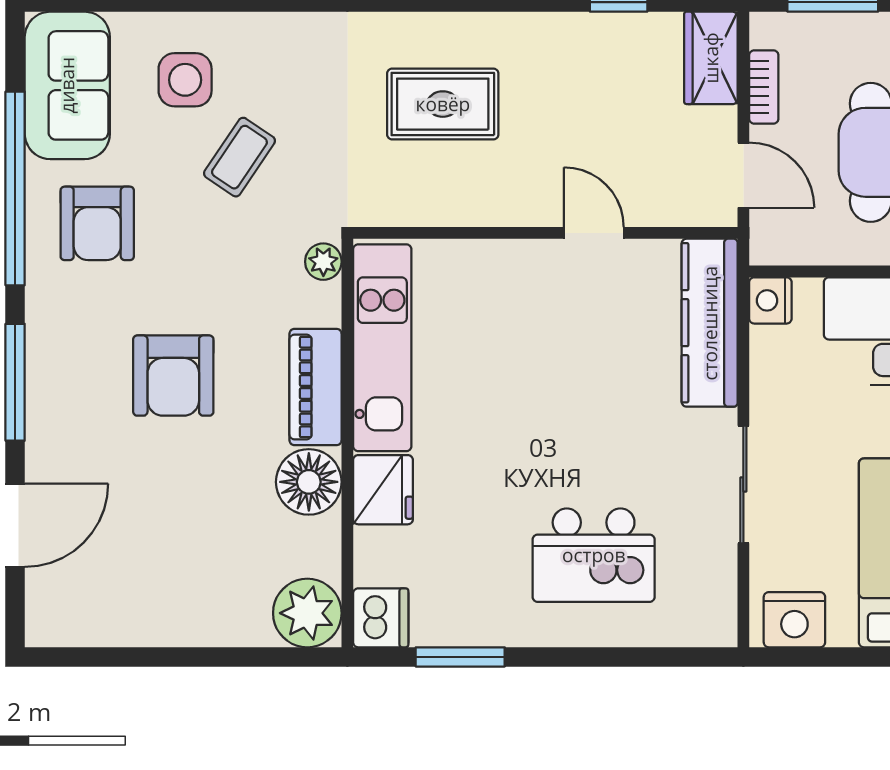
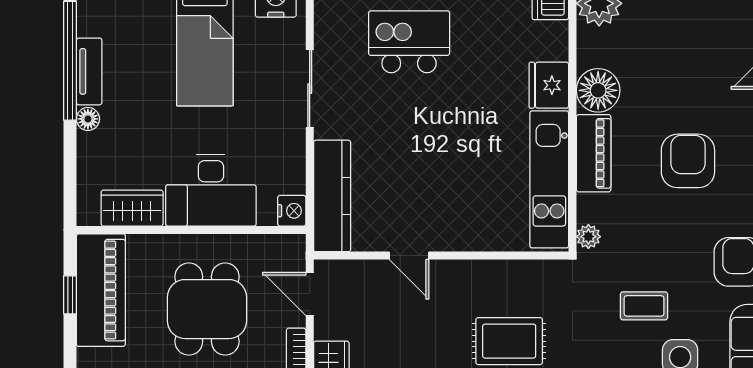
coffee table: (239, 157) -> (644, 306), turned 56

